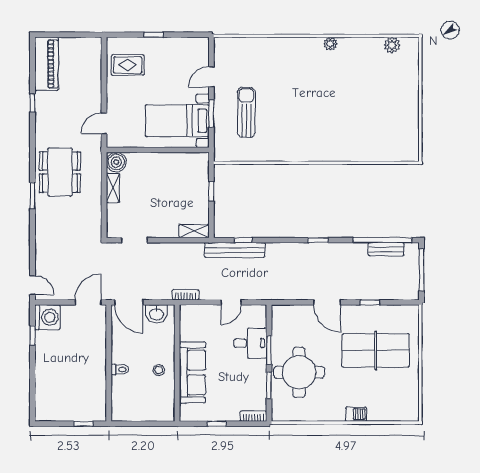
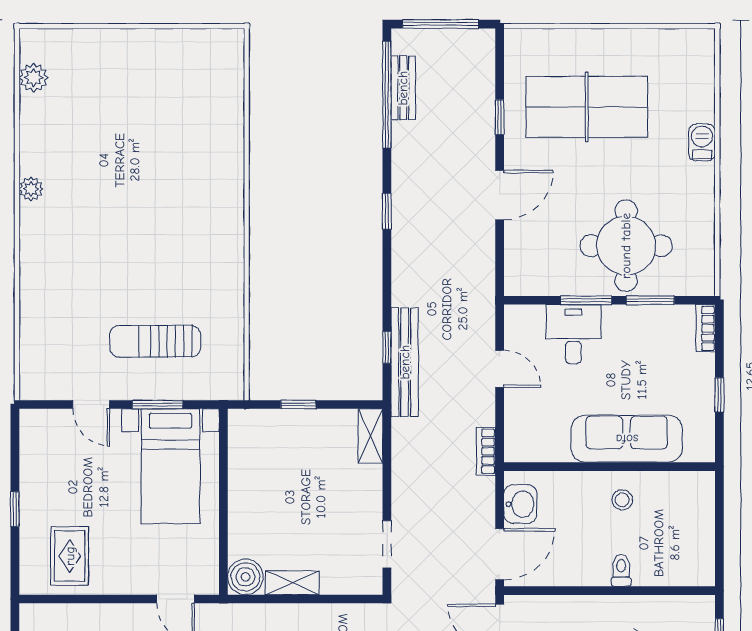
table tennis table: (376, 351) -> (587, 107), turned 90

